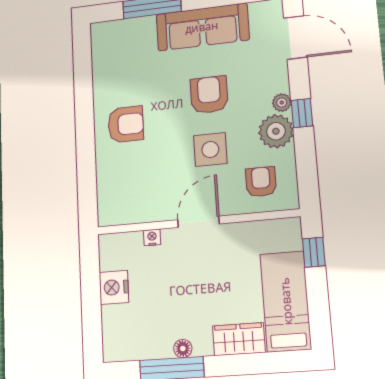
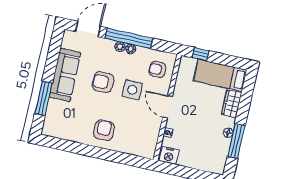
window: (302, 113) -> (129, 38), width x3.17
plant: (276, 131) -> (131, 49), width x0.53, depth x0.53
nightstand: (114, 287) -> (169, 155), moved

